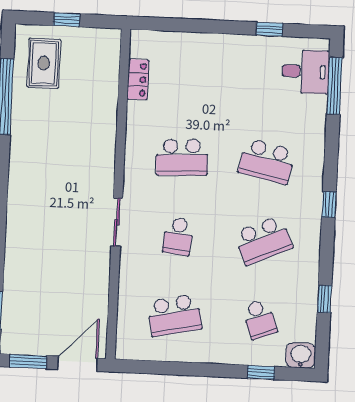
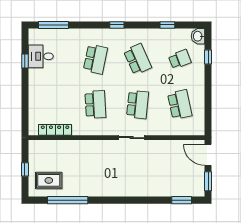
desk: (305, 72) -> (41, 56), moved, turned -90
locker: (138, 79) -> (55, 130), width x1.53
school desk: (178, 236) -> (138, 105), width x1.85

